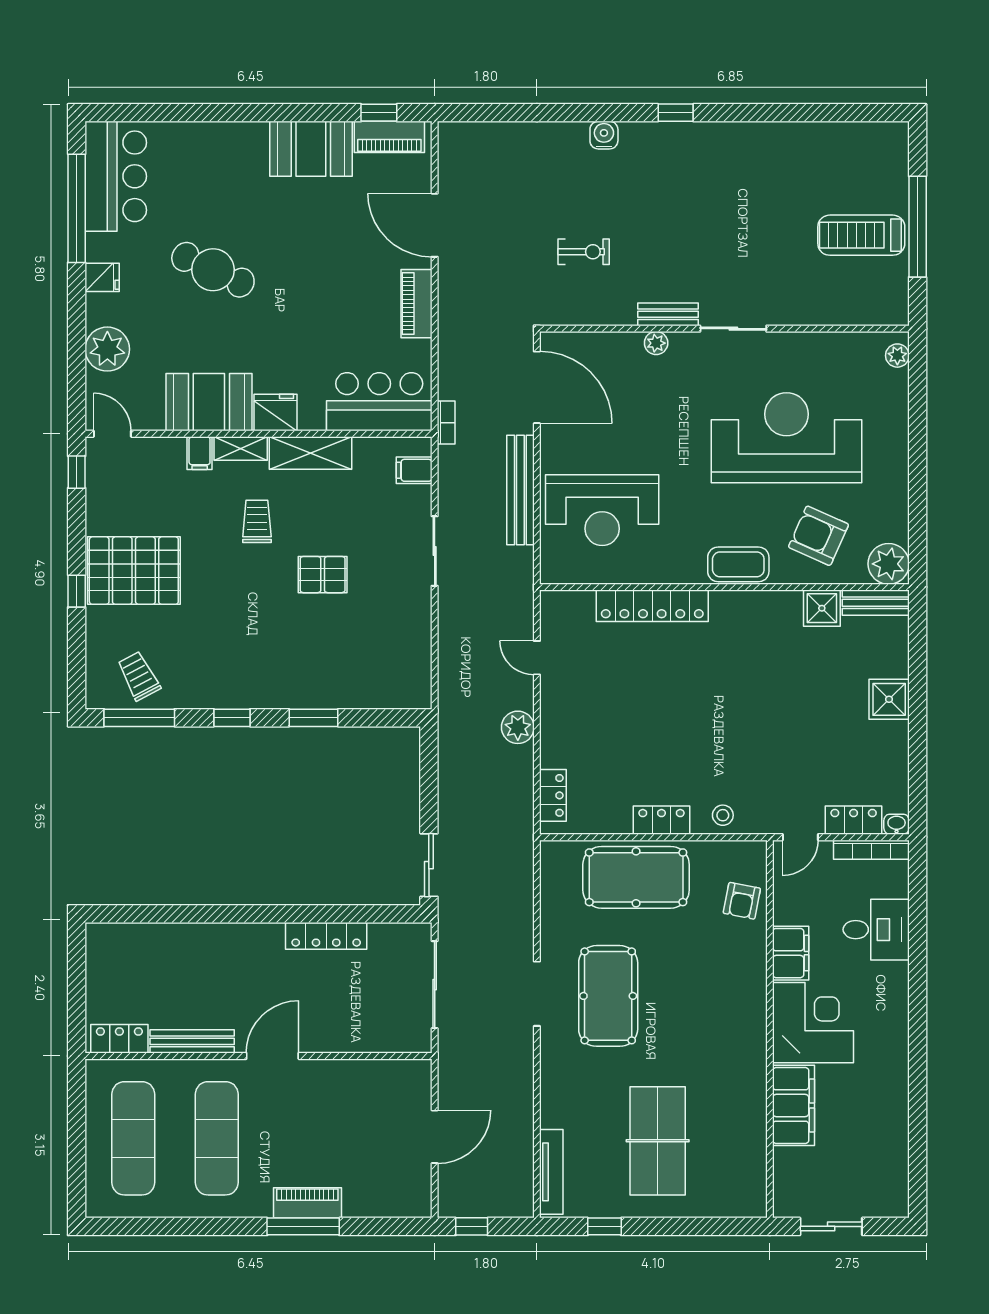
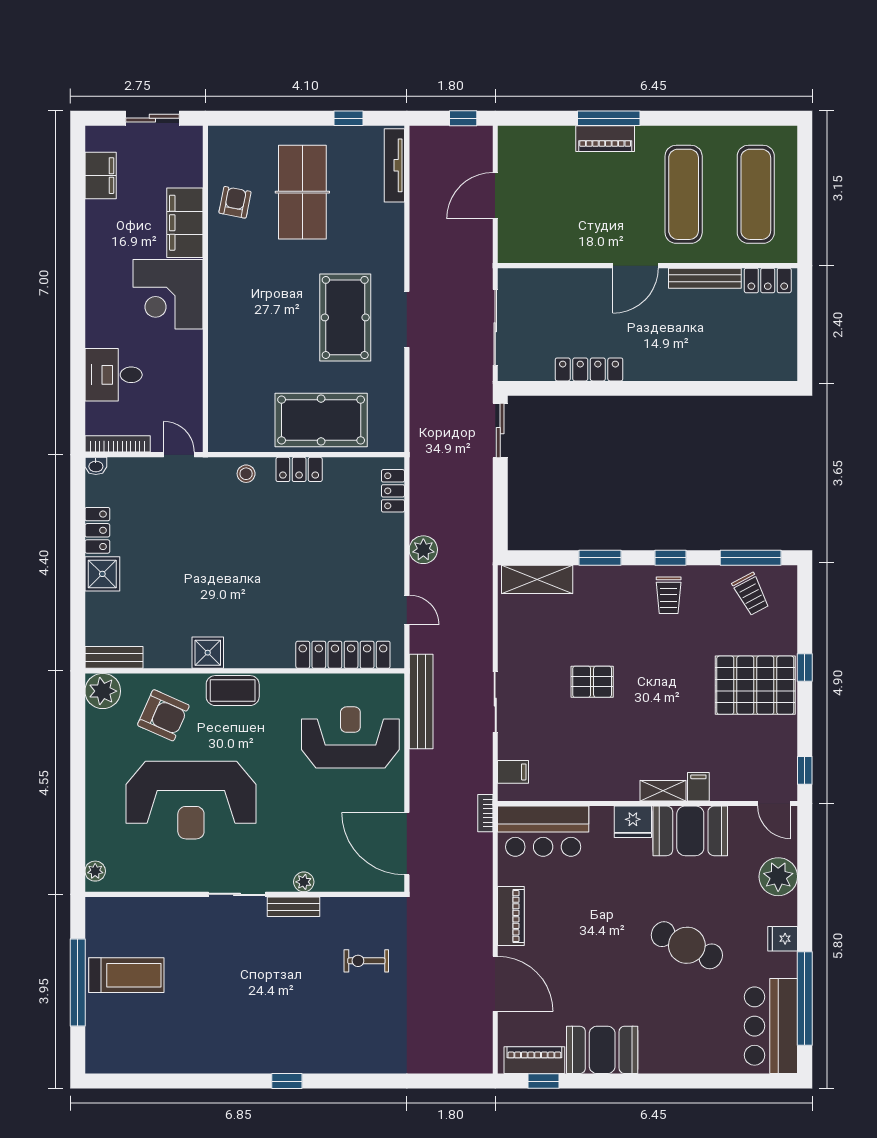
water cooler: (604, 135) -> (349, 1062), removed
shelving: (311, 453) -> (537, 579), moved
bench: (520, 490) -> (421, 701), moved
trolley: (257, 521) -> (669, 595), moved
locker: (652, 606) -> (343, 655), moved
shower: (822, 608) -> (208, 653), moved
locker: (854, 820) -> (97, 530), moved, turned -90
door: (800, 837) -> (179, 455), hinge flipped
armchair: (742, 901) -> (235, 202), moved
filing cabinet: (791, 953) -> (101, 176), moved, turned 180

